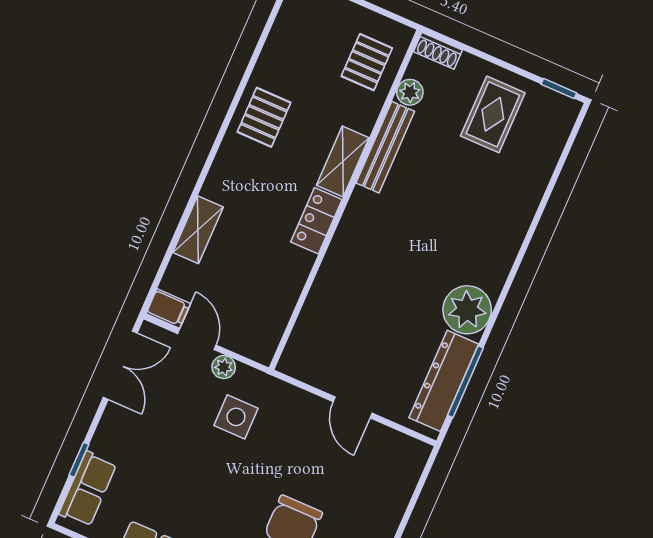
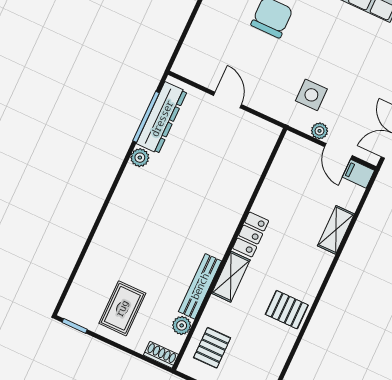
pallet: (264, 117) -> (287, 310), turned 90
plant: (467, 310) -> (140, 158), width x0.53, depth x0.53

